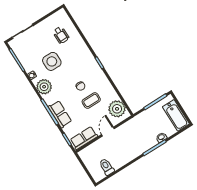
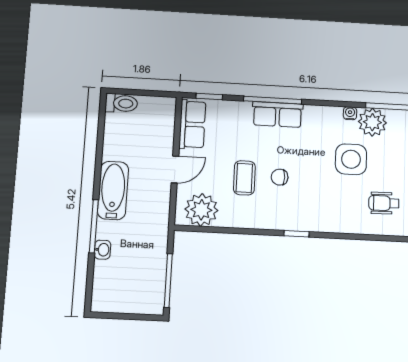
plant: (44, 87) -> (372, 122), moved
row of seats: (60, 114) -> (278, 115), moved
bathtub: (176, 115) -> (113, 190), moved, turned 90
door: (108, 132) -> (175, 169), hinge flipped
toilet: (107, 167) -> (121, 103), moved

